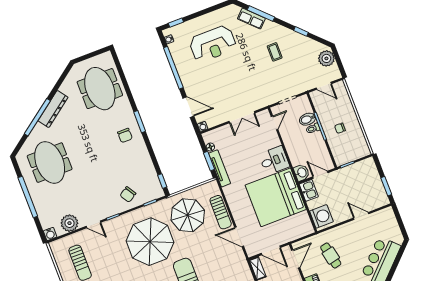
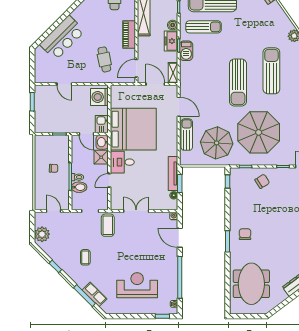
coffee table: (265, 92) -> (108, 225), added
door: (275, 123) -> (109, 180), moved
shower: (297, 157) -> (101, 157), added

